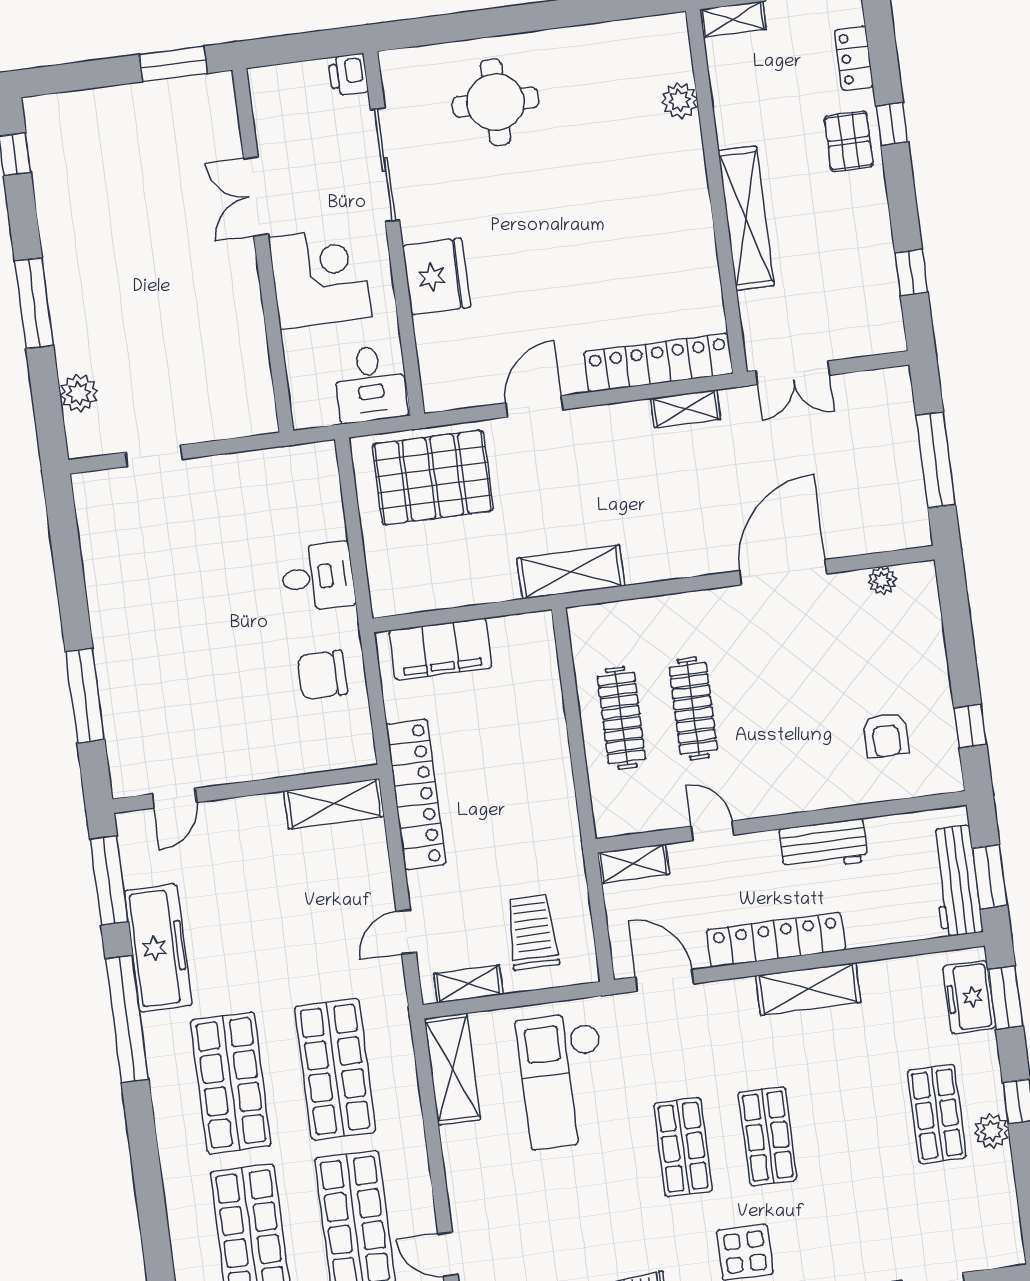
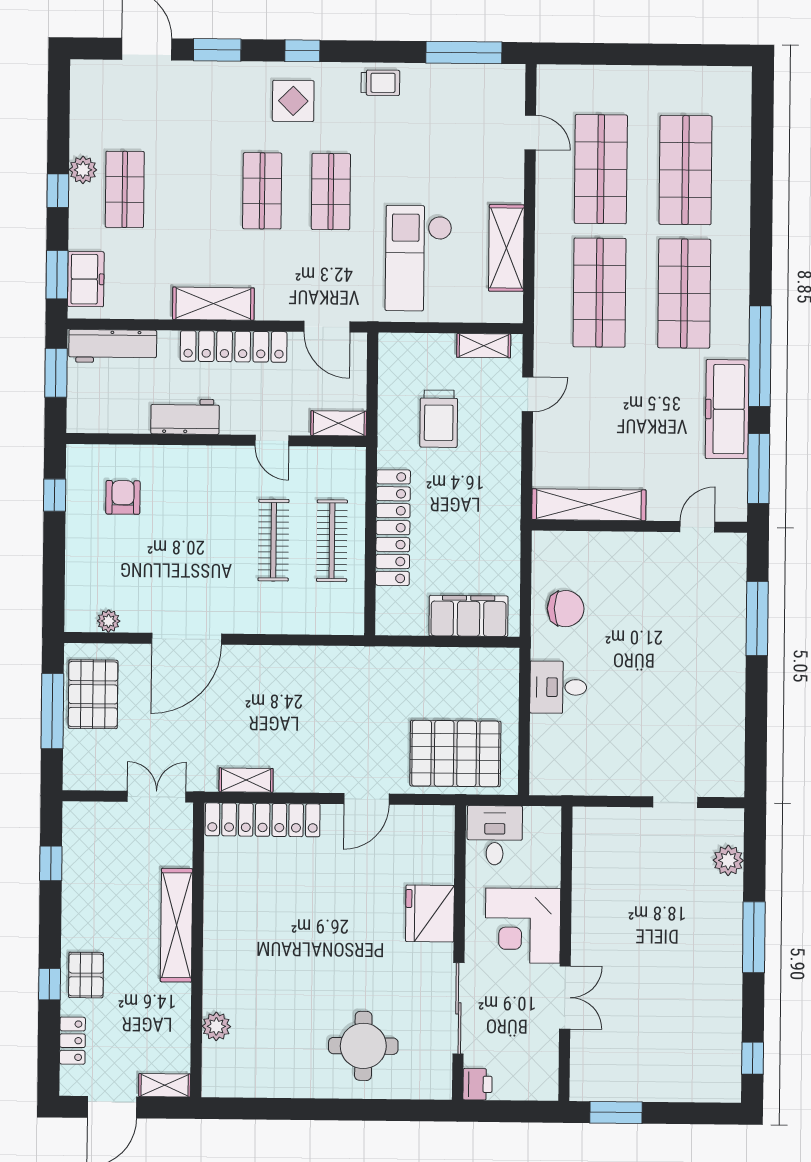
pallet: (889, 488) -> (93, 694), added
shelving: (571, 572) -> (356, 663), removed
locker: (416, 794) -> (393, 528), moved, turned 180
shelving: (334, 804) -> (589, 505), width x1.47
workbench: (956, 881) -> (113, 346), moved, turned 90
trolley: (532, 932) -> (439, 419), moved
shelving: (452, 1069) -> (506, 248), moved
checkout: (564, 1080) -> (419, 258), turned 180

